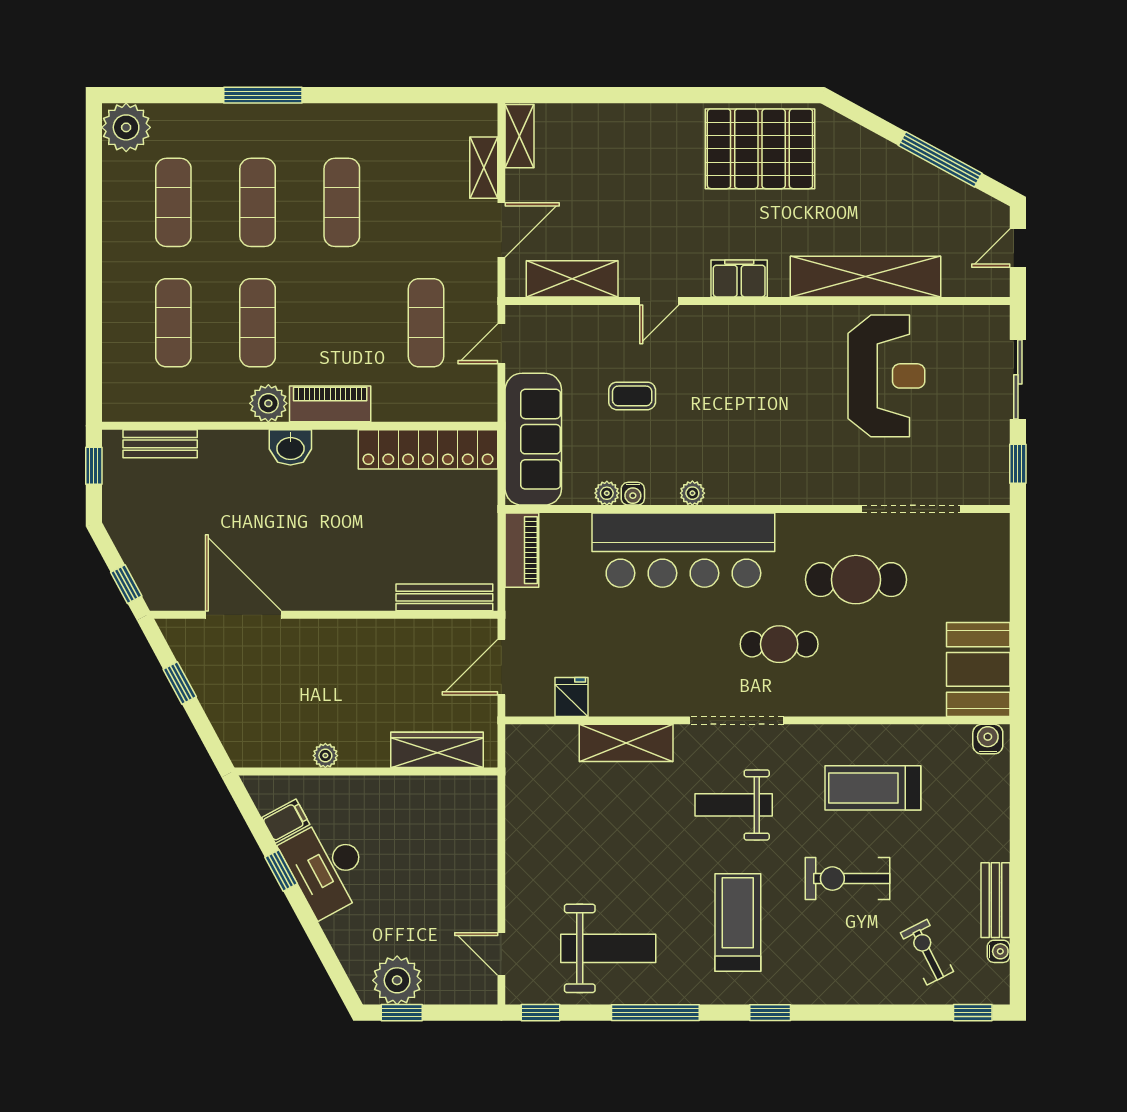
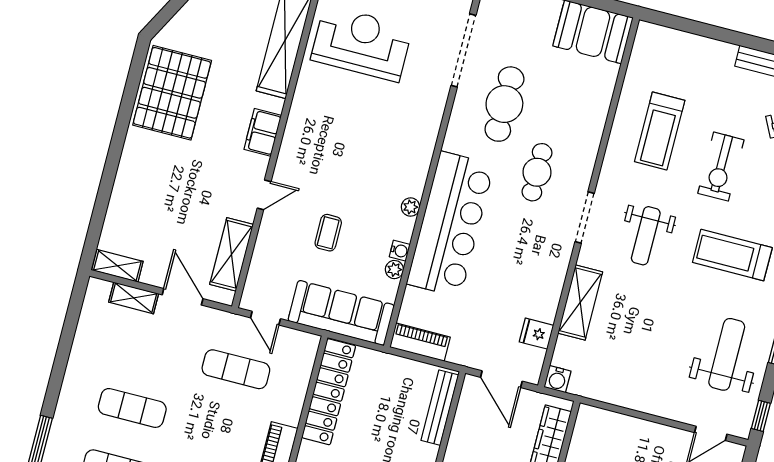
door: (659, 301) -> (264, 195), hinge flipped
doorway: (737, 720) -> (585, 218), width x0.73
water cooler: (988, 739) -> (557, 379), moved, turned -90

